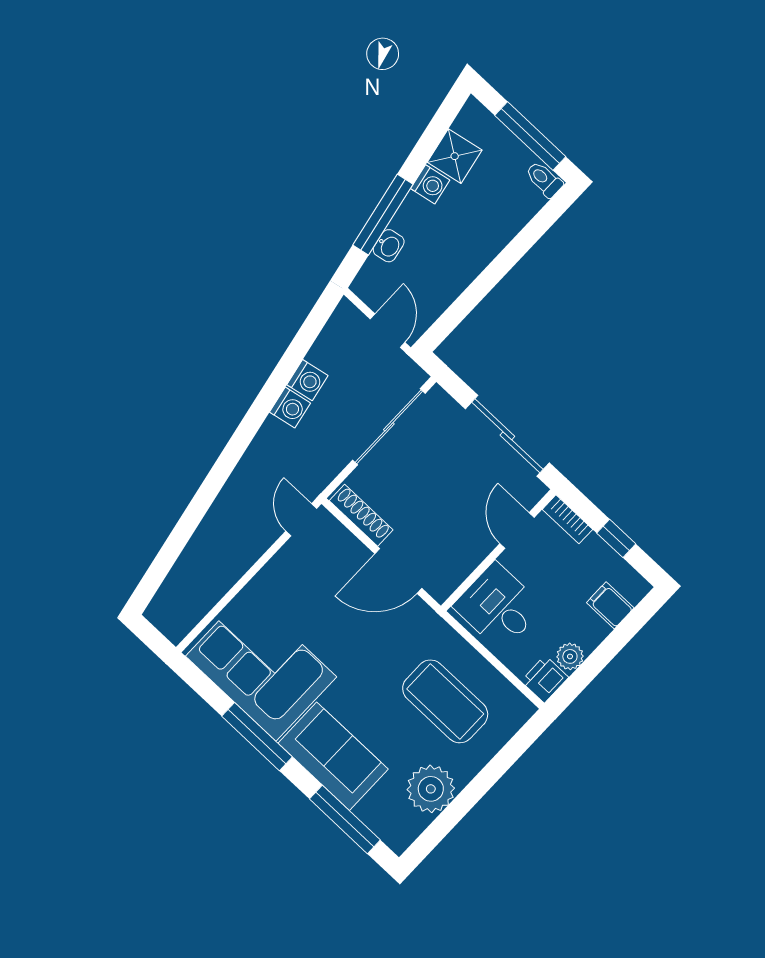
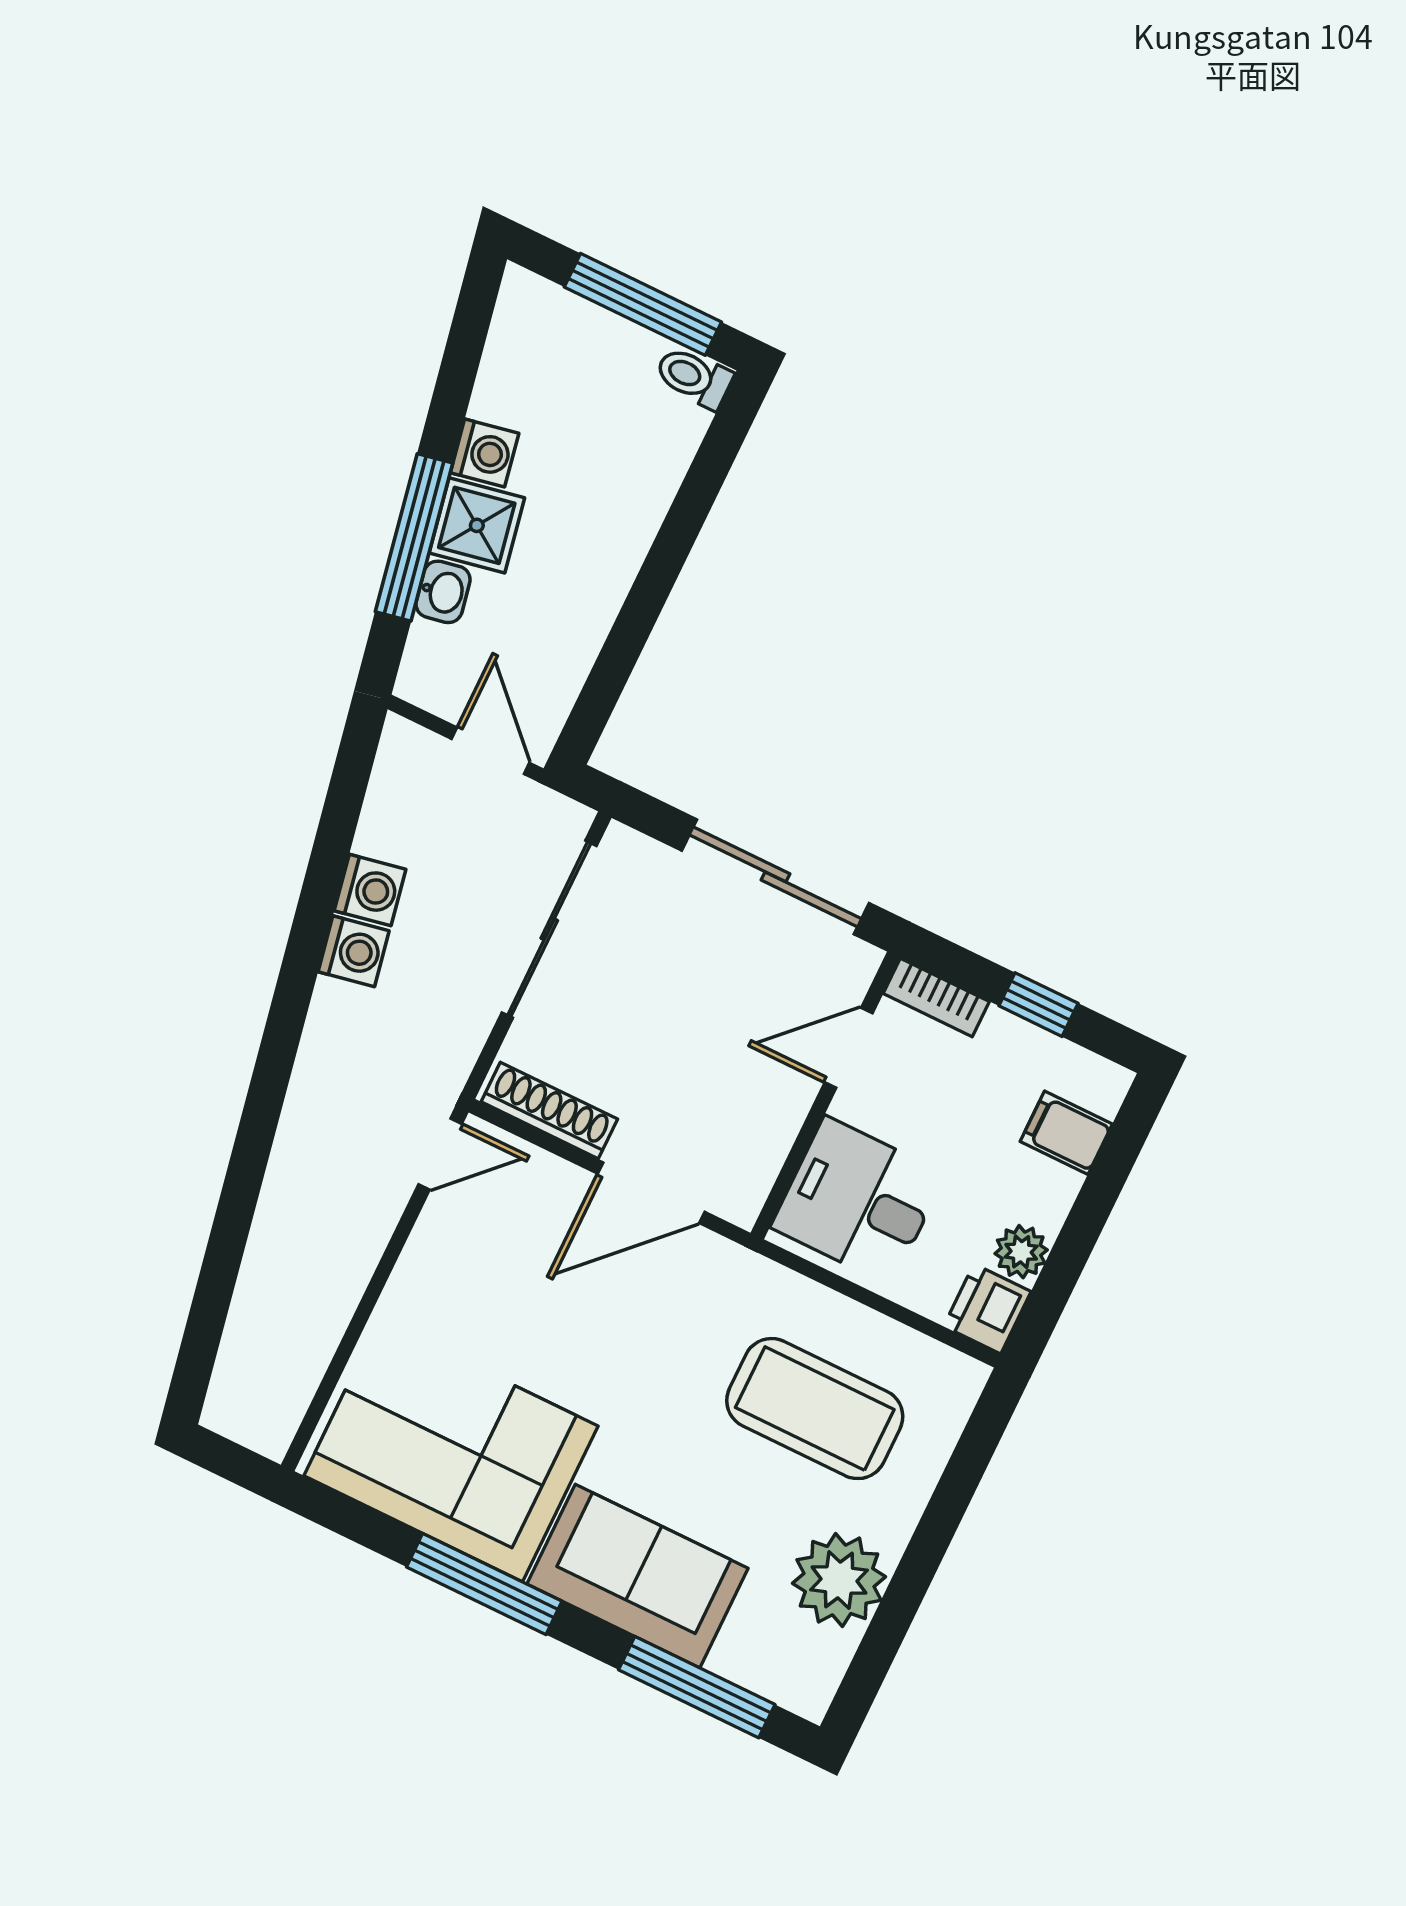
shower: (455, 156) -> (477, 525), moved
door: (301, 520) -> (440, 1154), swing flipped
door: (517, 530) -> (849, 1048), hinge flipped

